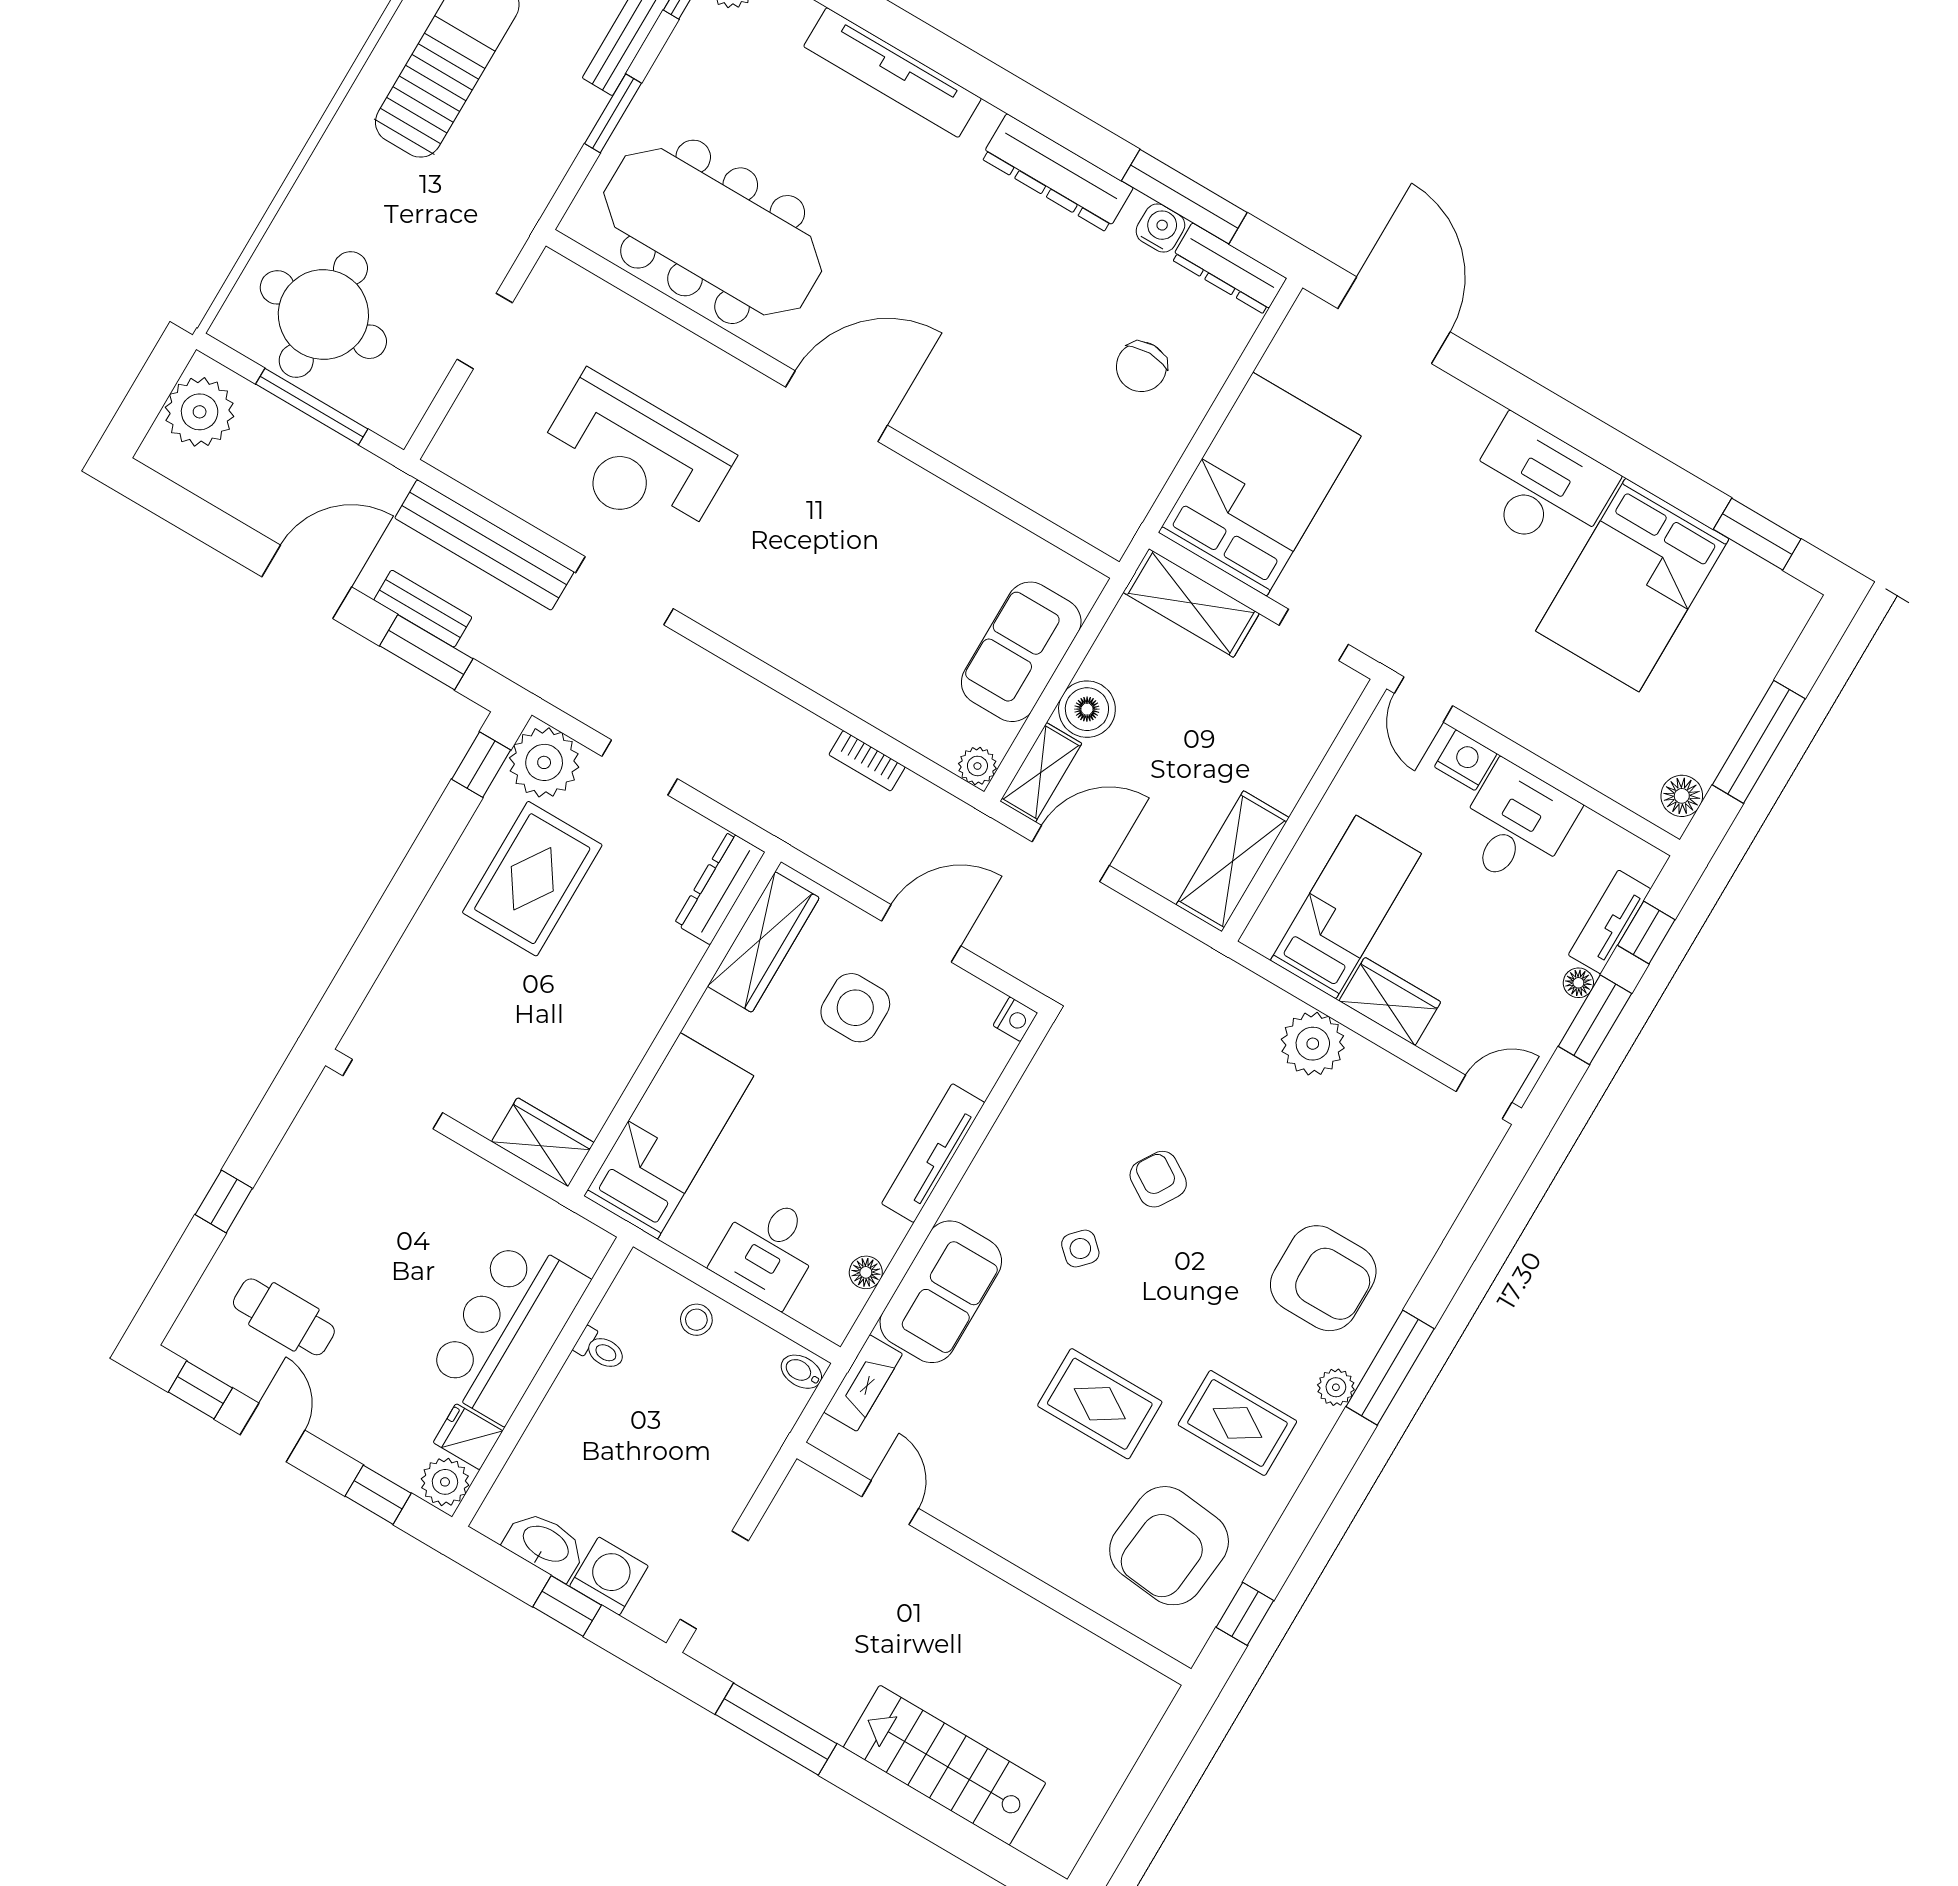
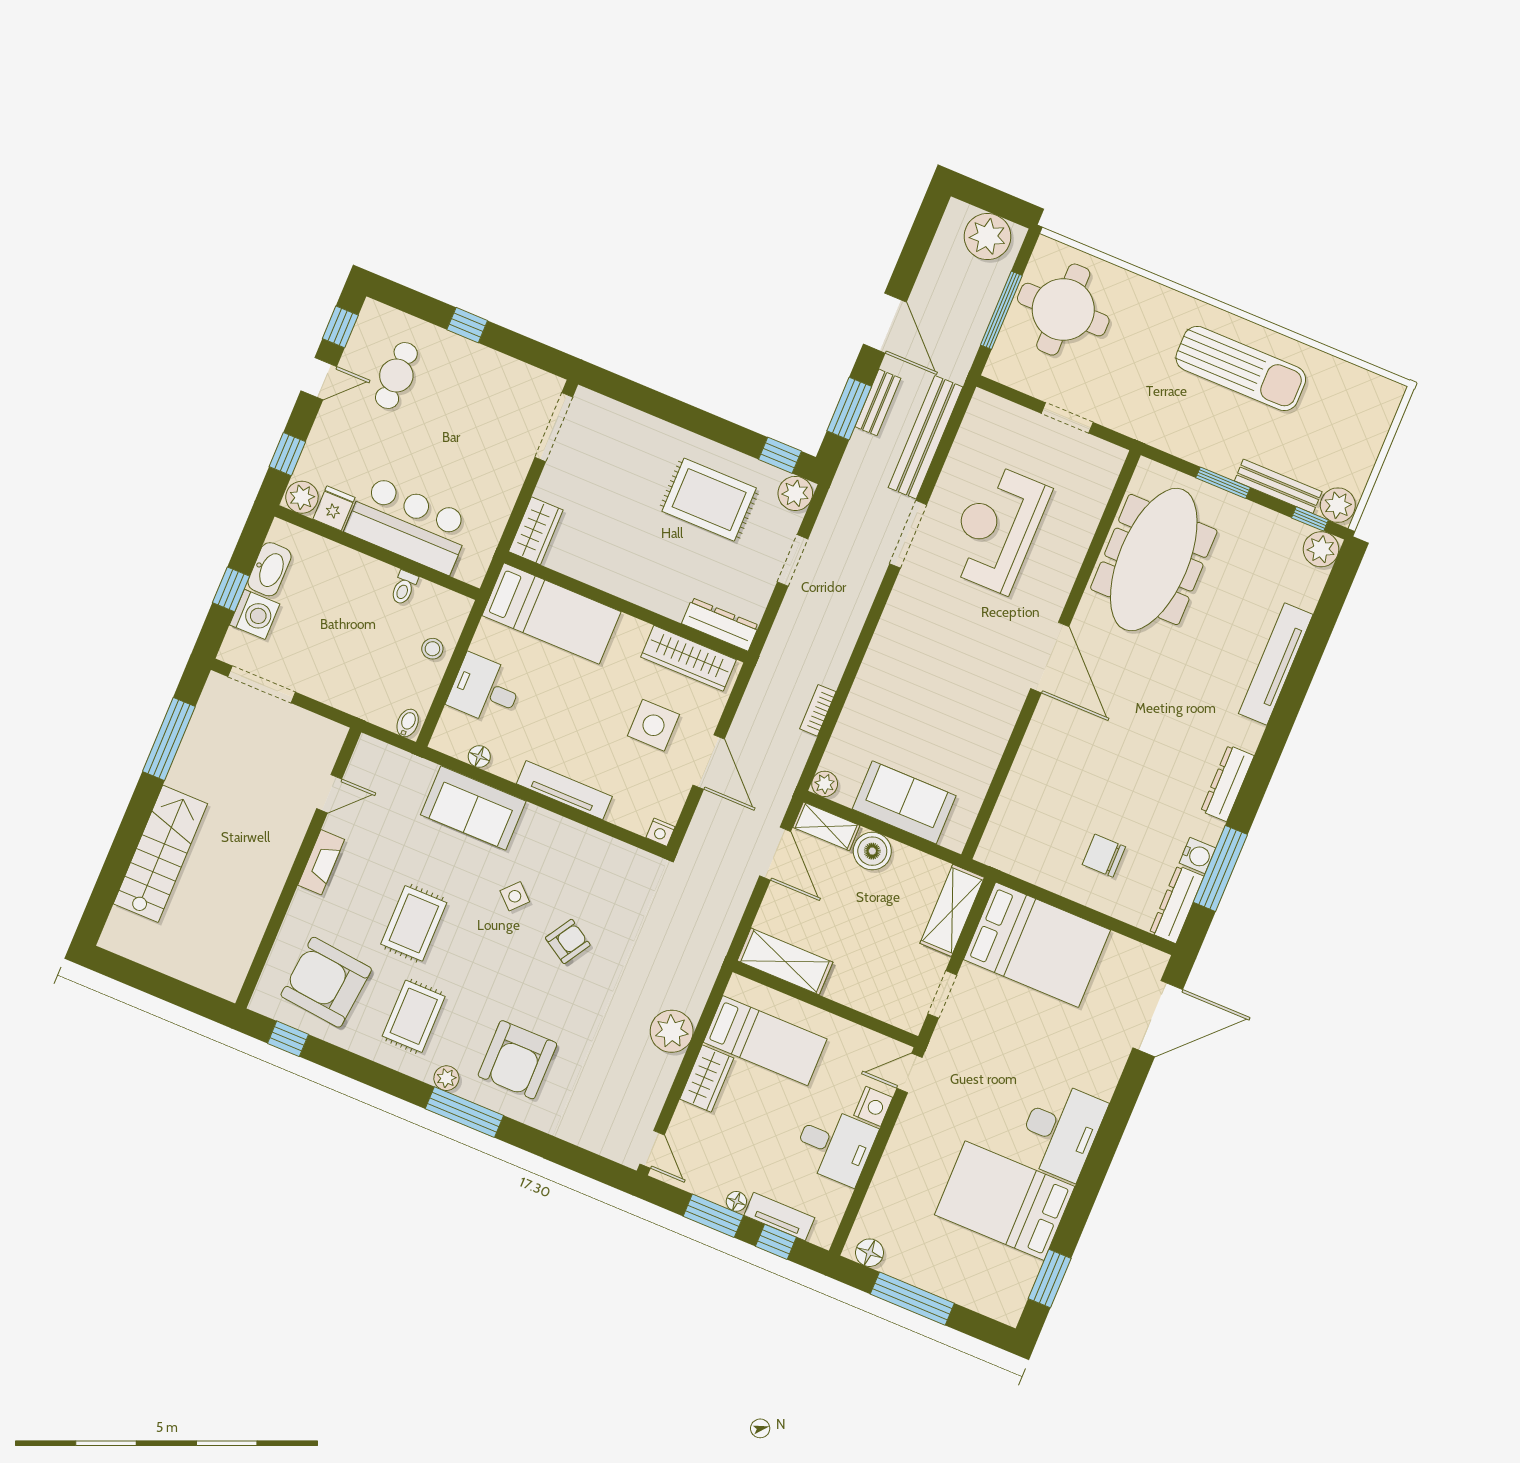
dresser: (1057, 173) -> (1227, 783), width x0.73, depth x0.80
plant: (544, 762) -> (795, 493), width x0.73, depth x0.73
fireplace: (863, 1383) -> (321, 862), moved, turned -90

